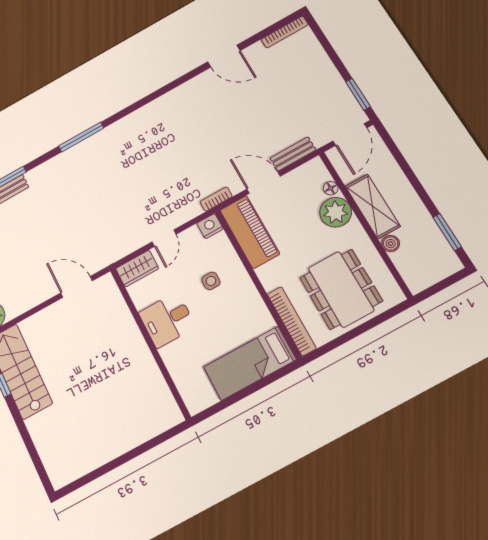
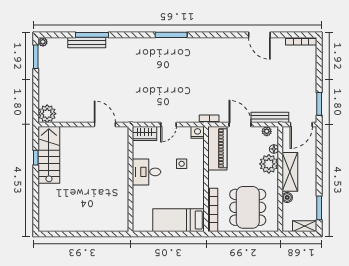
window: (81, 137) -> (171, 35), moved
bench: (293, 154) -> (270, 117), width x1.36
plant: (306, 171) -> (267, 131), added
shelving: (442, 270) -> (305, 226), added

